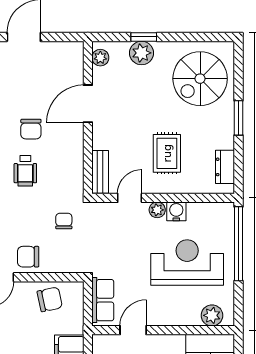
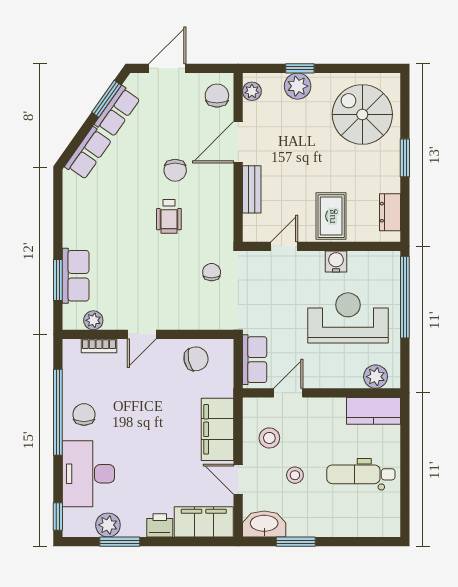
spiral stairs: (200, 79) -> (362, 114), turned 90
rug: (167, 153) -> (331, 216), moved
bench: (100, 172) -> (252, 189), moved
plant: (157, 210) -> (315, 260), removed
chair: (28, 257) -> (217, 96), moved, turned 90

